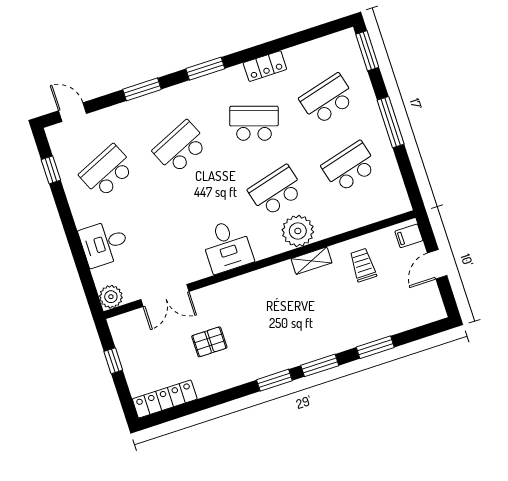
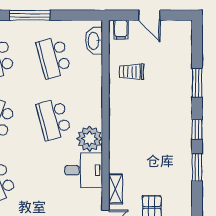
washbasin: (385, 208) -> (94, 41), added
plant: (298, 231) -> (90, 139), moved
shelving: (312, 261) -> (116, 189), moved
window: (320, 365) -> (197, 129), width x0.67

